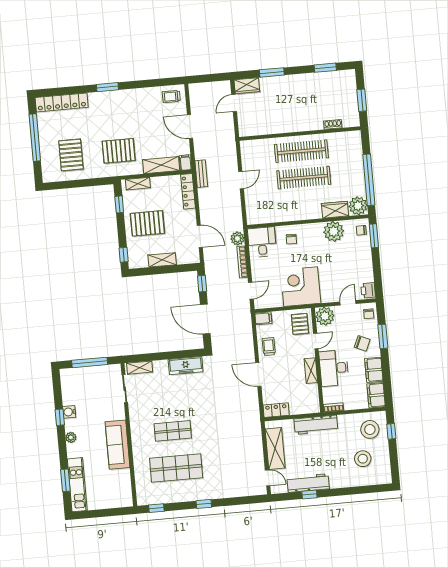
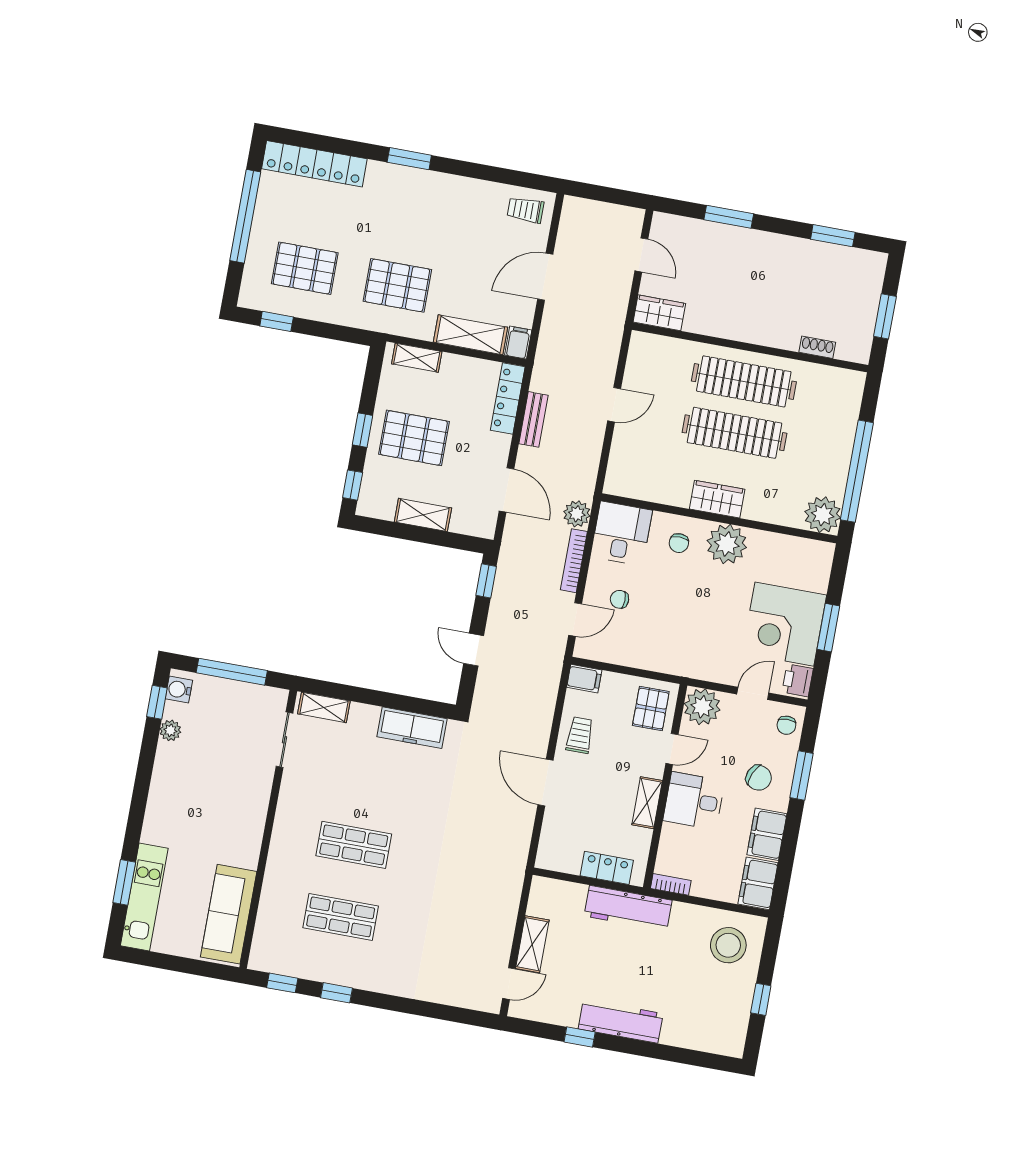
wardrobe: (247, 86) -> (659, 313), moved, turned 180
door: (234, 103) -> (641, 255), swing flipped
door: (190, 127) -> (545, 277), hinge flipped
pallet: (71, 155) -> (305, 268), turned 90
bench: (201, 174) -> (534, 419), moved
window: (64, 185) -> (277, 321), added
window: (119, 204) -> (363, 430), moved
wardrobe: (335, 210) -> (717, 499), moved
chair: (361, 230) -> (619, 599), moved
plant: (334, 231) -> (727, 544), moved
window: (374, 236) -> (828, 628), moved
corner desk: (301, 287) -> (784, 624), moved, turned -90
door: (205, 319) -> (474, 650), width x0.53
desk: (334, 368) -> (694, 801), width x0.73
locker: (276, 410) -> (607, 868), moved
water cooler: (69, 412) -> (179, 689), moved
window: (60, 417) -> (157, 702), moved
window: (391, 431) -> (761, 999), moved
plant: (71, 437) -> (170, 730), moved
sofa: (118, 445) -> (229, 914), moved
shelving: (275, 448) -> (532, 944), width x0.67, depth x0.75
stool: (363, 459) -> (699, 997), removed
shop shelf: (176, 468) -> (341, 917), width x0.70, depth x0.74
door: (268, 478) -> (509, 984), hinge flipped
workbench: (308, 483) -> (621, 1021), moved
window: (204, 504) -> (336, 993), moved

